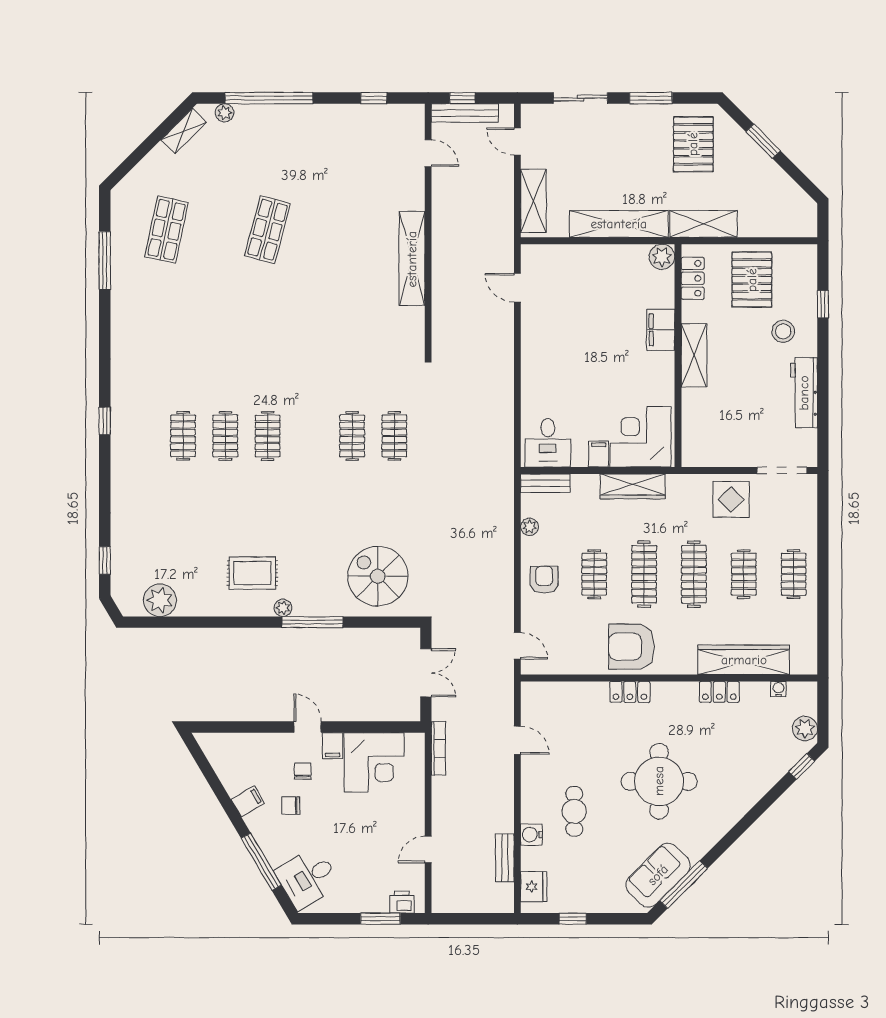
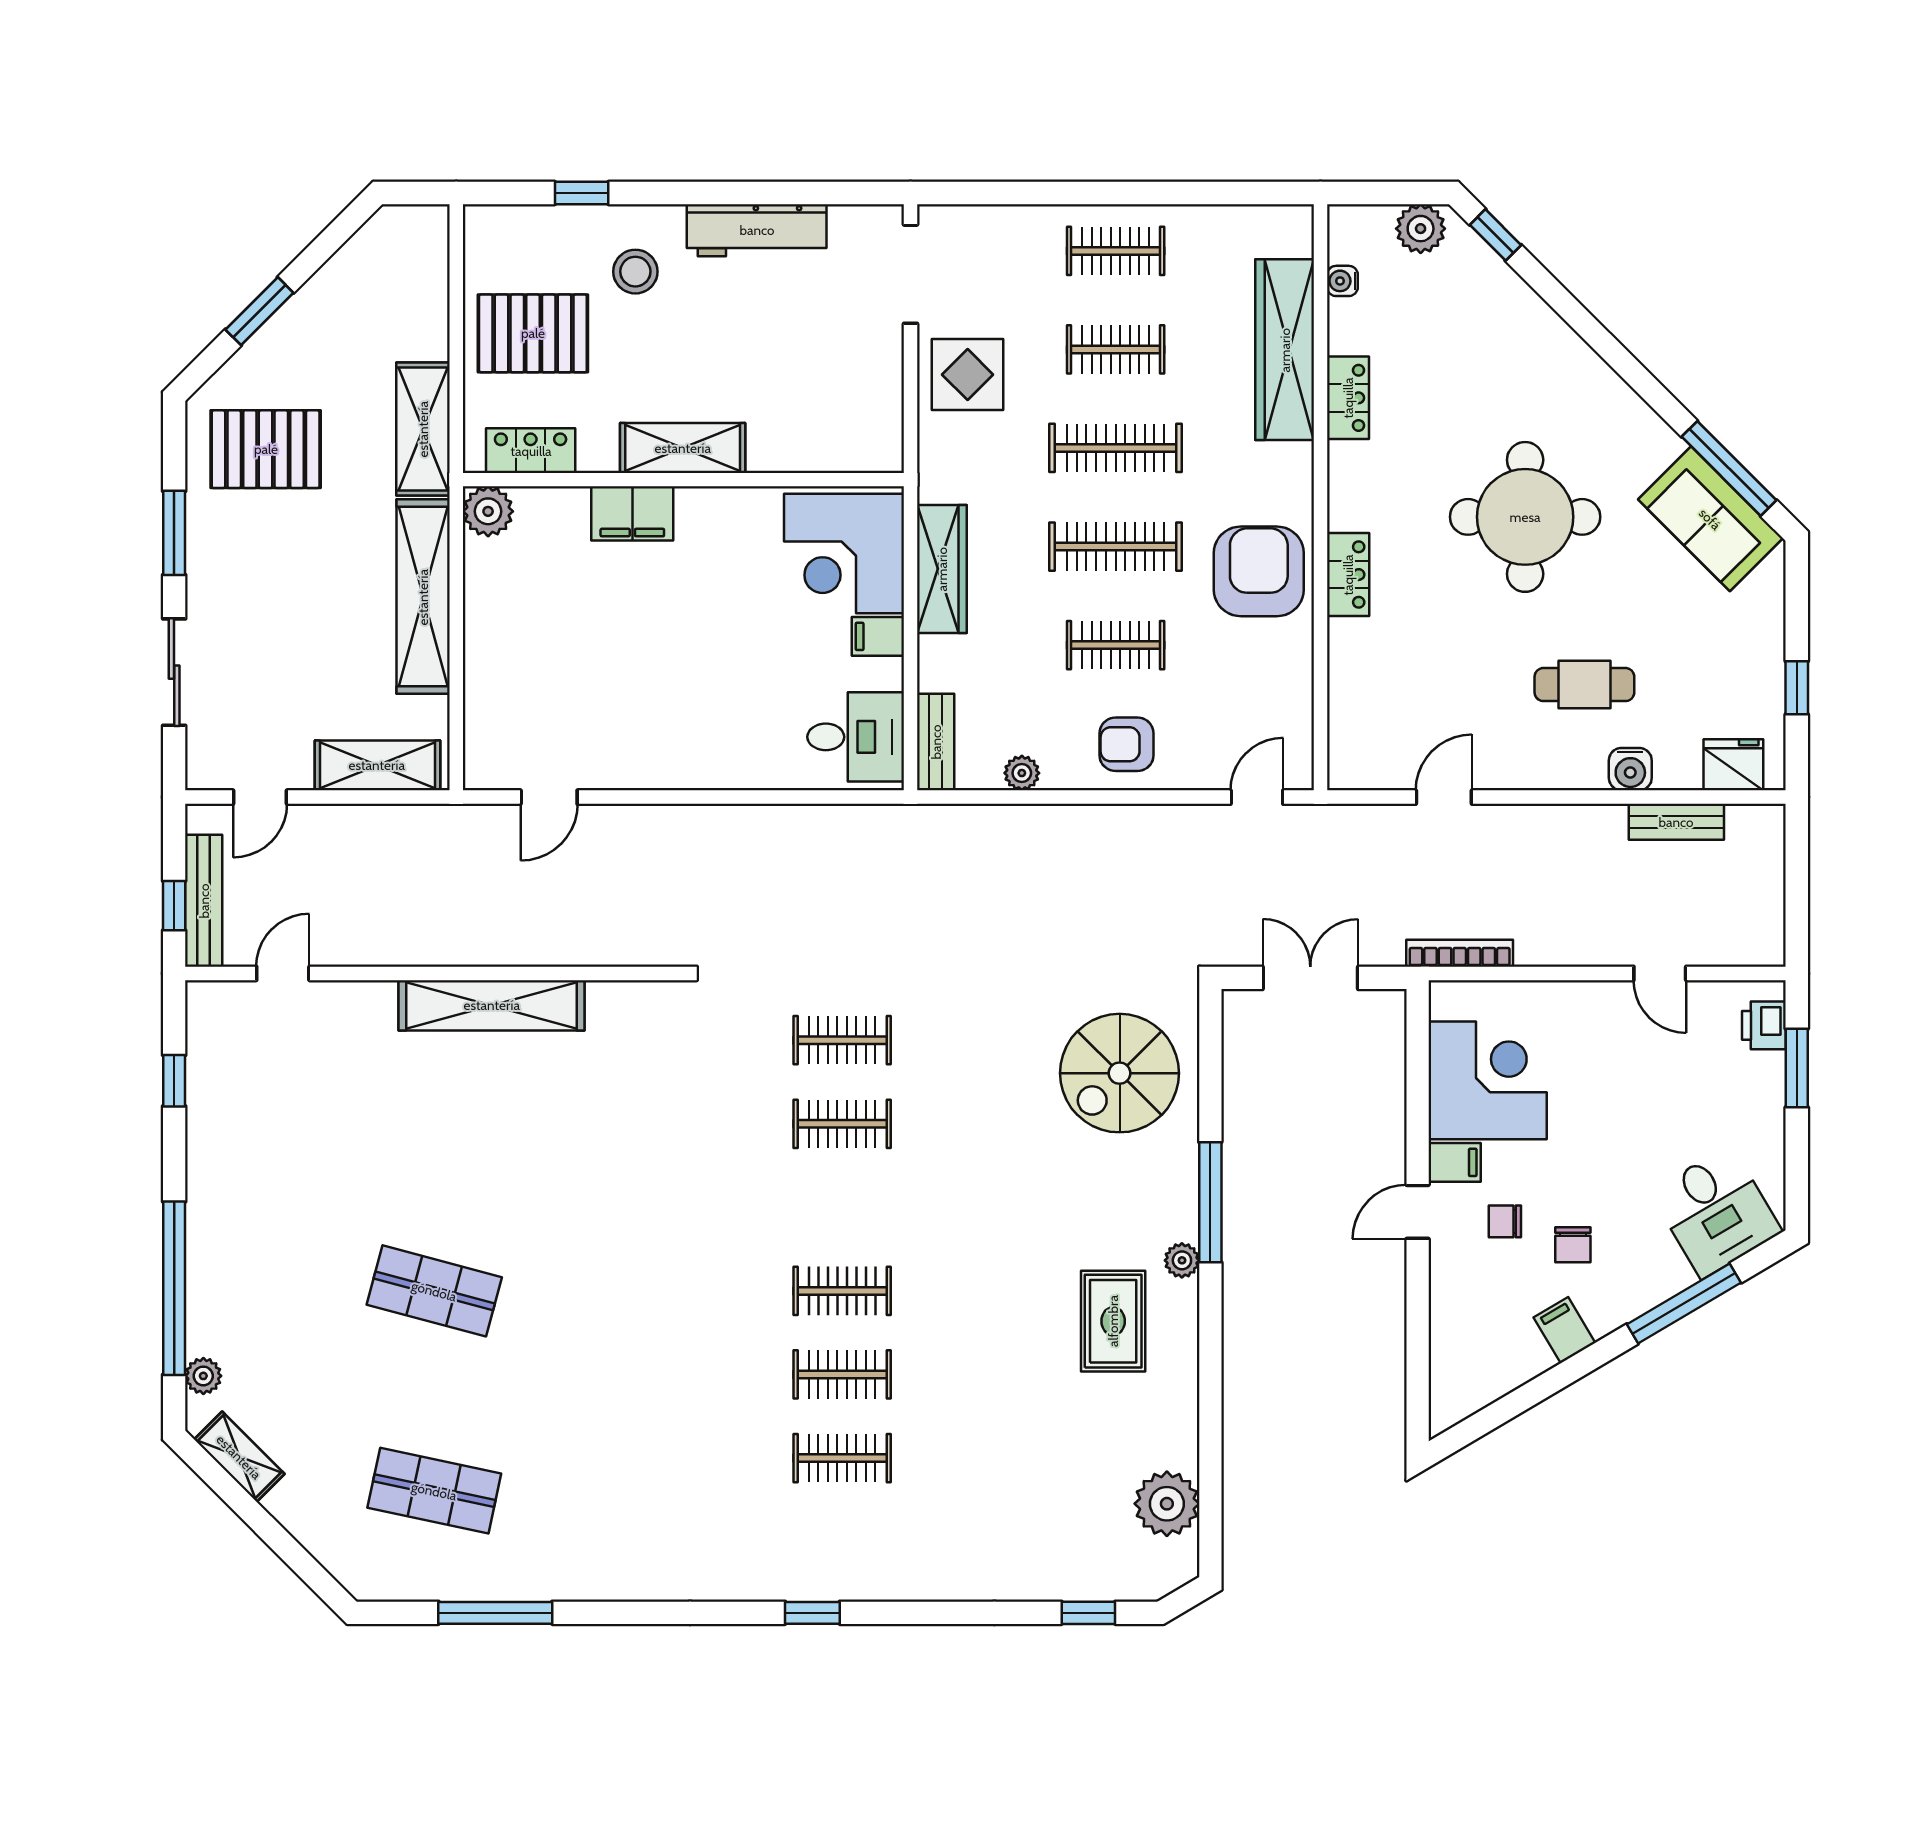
armchair: (632, 647) -> (1259, 571), turned 180

